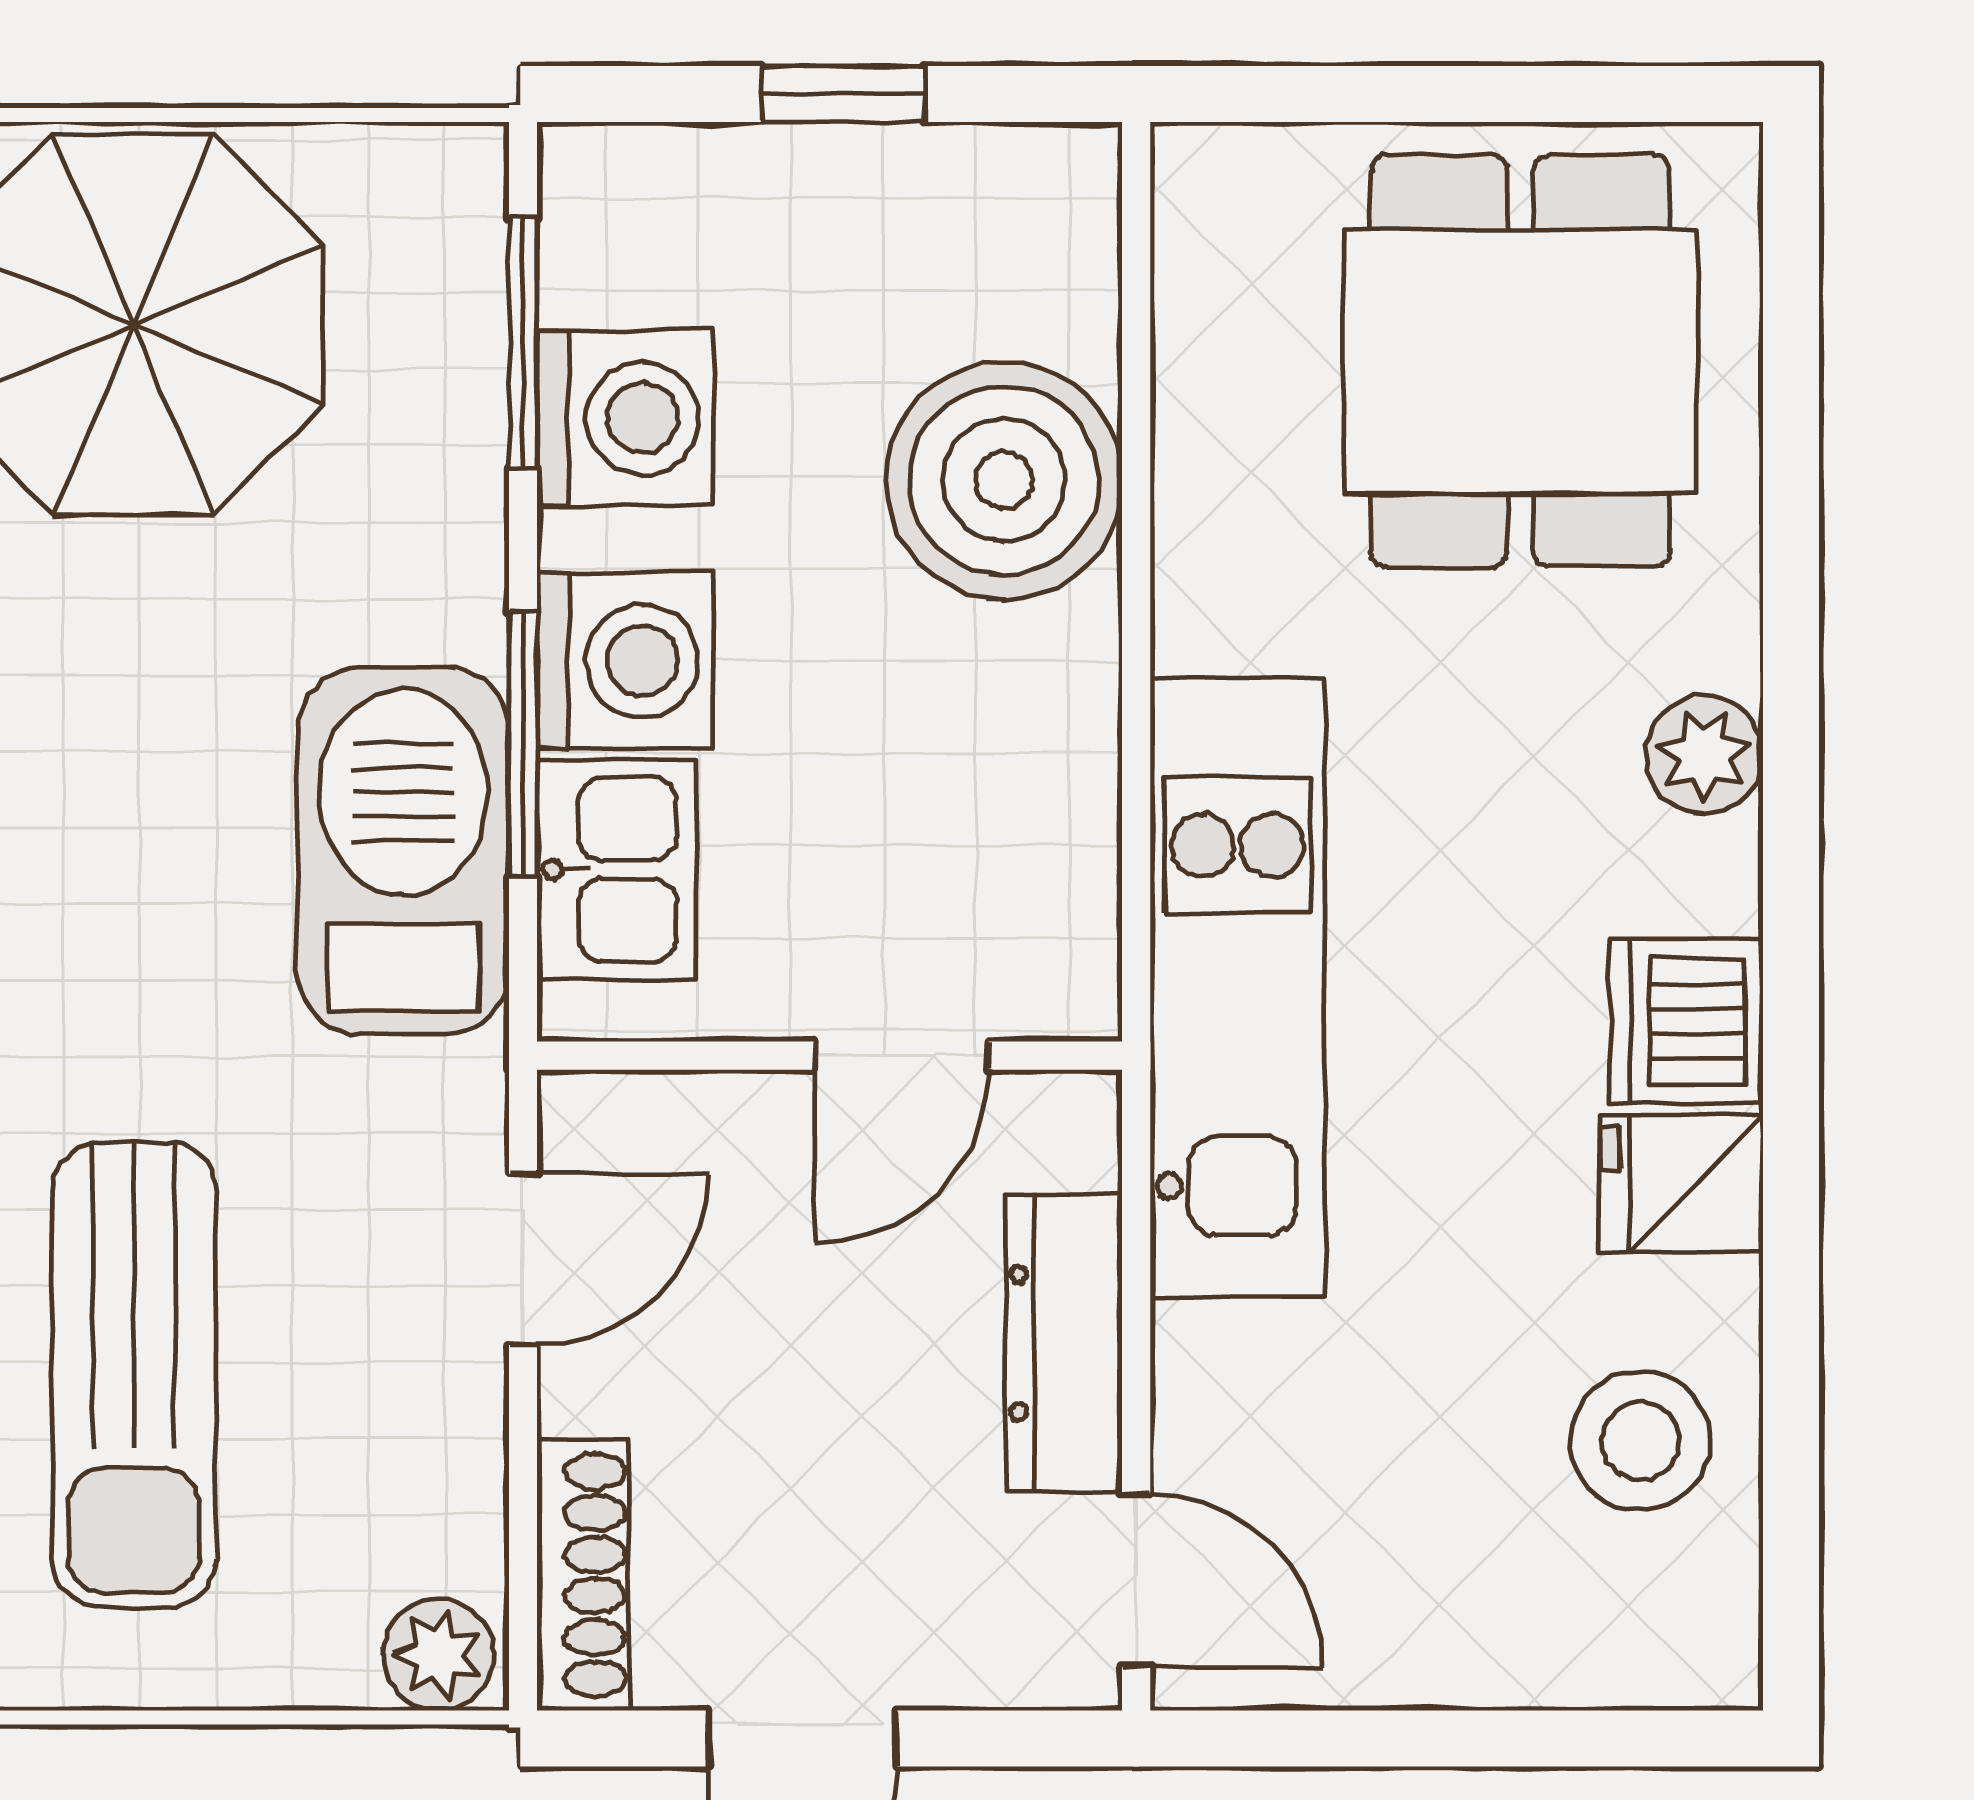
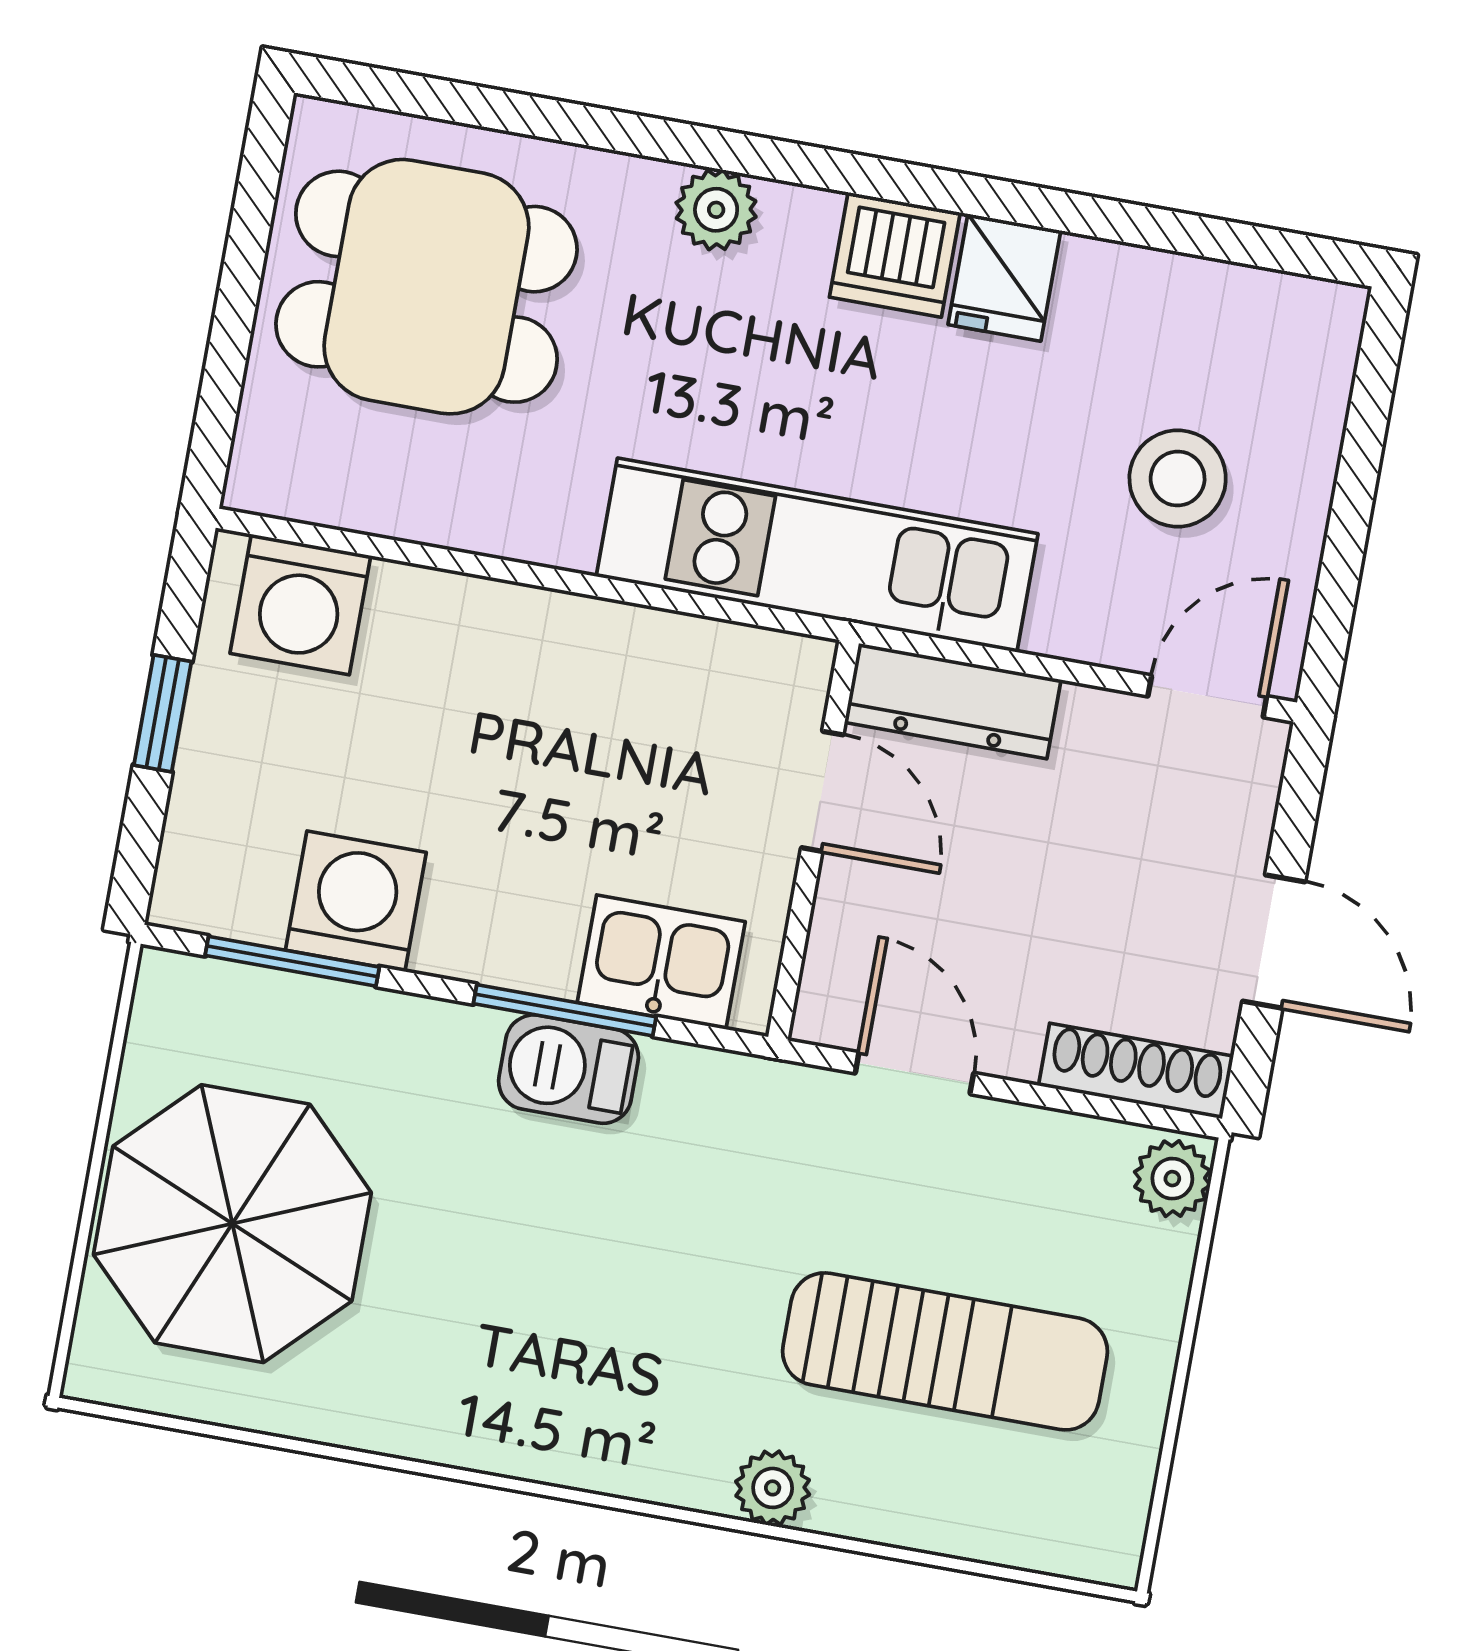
boiler: (1004, 480) -> (444, 652), removed
washing machine: (625, 661) -> (300, 604), moved, turned 180
barbecue: (403, 851) -> (569, 1069), width x0.53, depth x0.65
dresser: (1064, 1343) -> (953, 701), moved
stool: (1640, 1441) -> (1178, 478), moved

